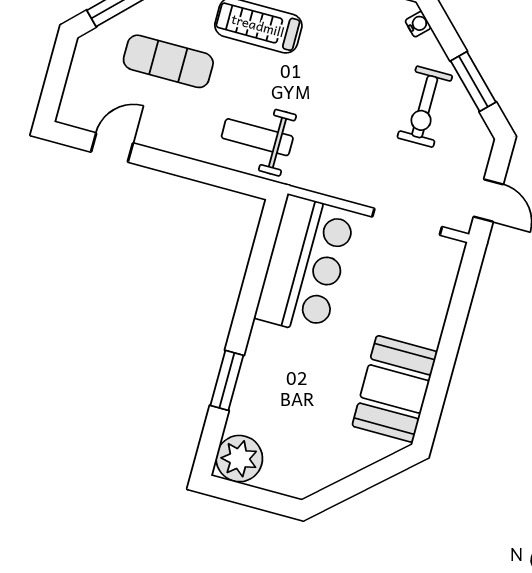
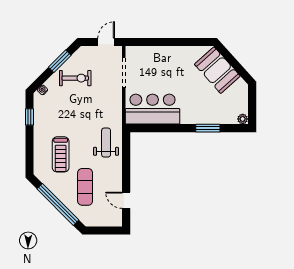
weight bench: (257, 137) -> (106, 143), turned 180
booth: (395, 389) -> (217, 70), moved, turned 48
plant: (239, 459) -> (243, 119), width x0.53, depth x0.53

